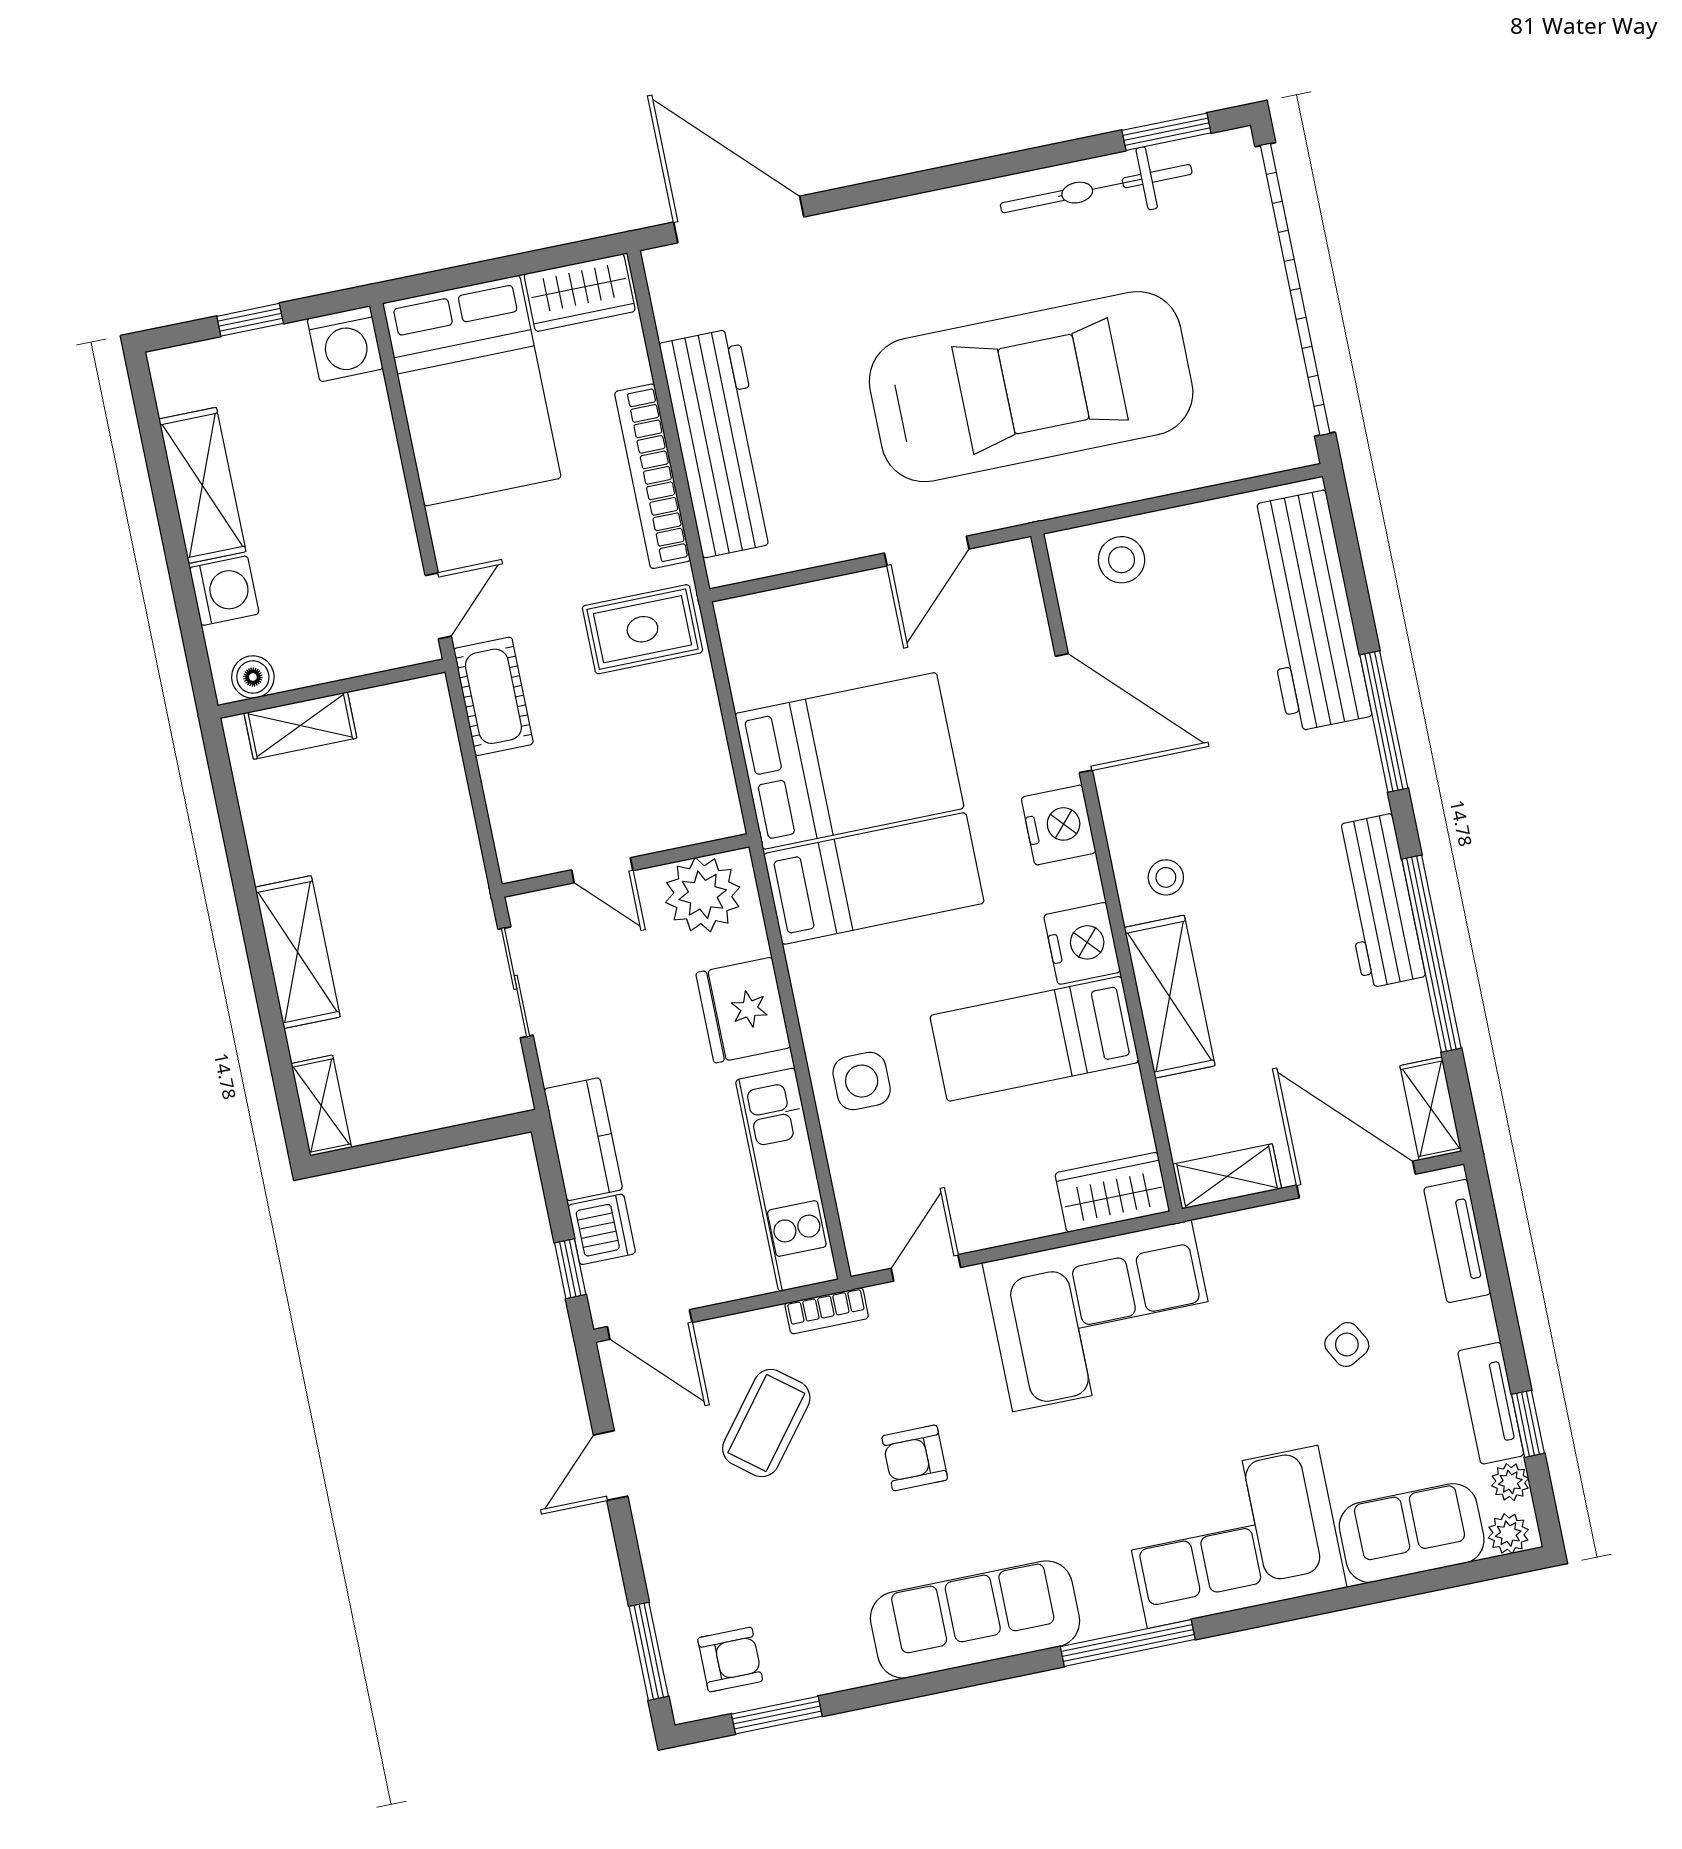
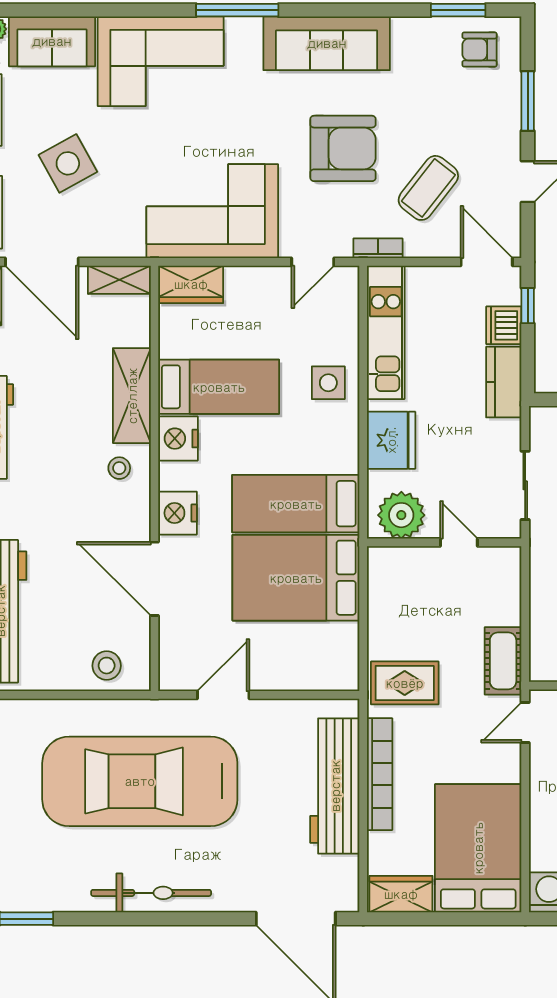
bicycle: (1096, 189) -> (151, 893), moved
side table: (1347, 1344) -> (68, 163), width x1.87, depth x1.87
armchair: (915, 1458) -> (343, 148), width x1.88, depth x1.88
window: (649, 1651) -> (528, 101), moved

